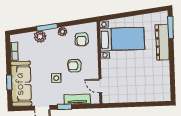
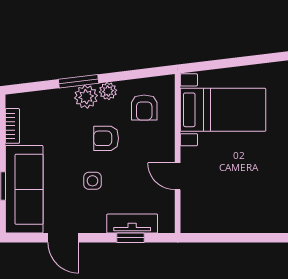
plant: (40, 37) -> (86, 97), moved
armchair: (74, 66) -> (106, 138), moved
door: (100, 86) -> (178, 176), moved
window: (65, 107) -> (130, 238), moved

